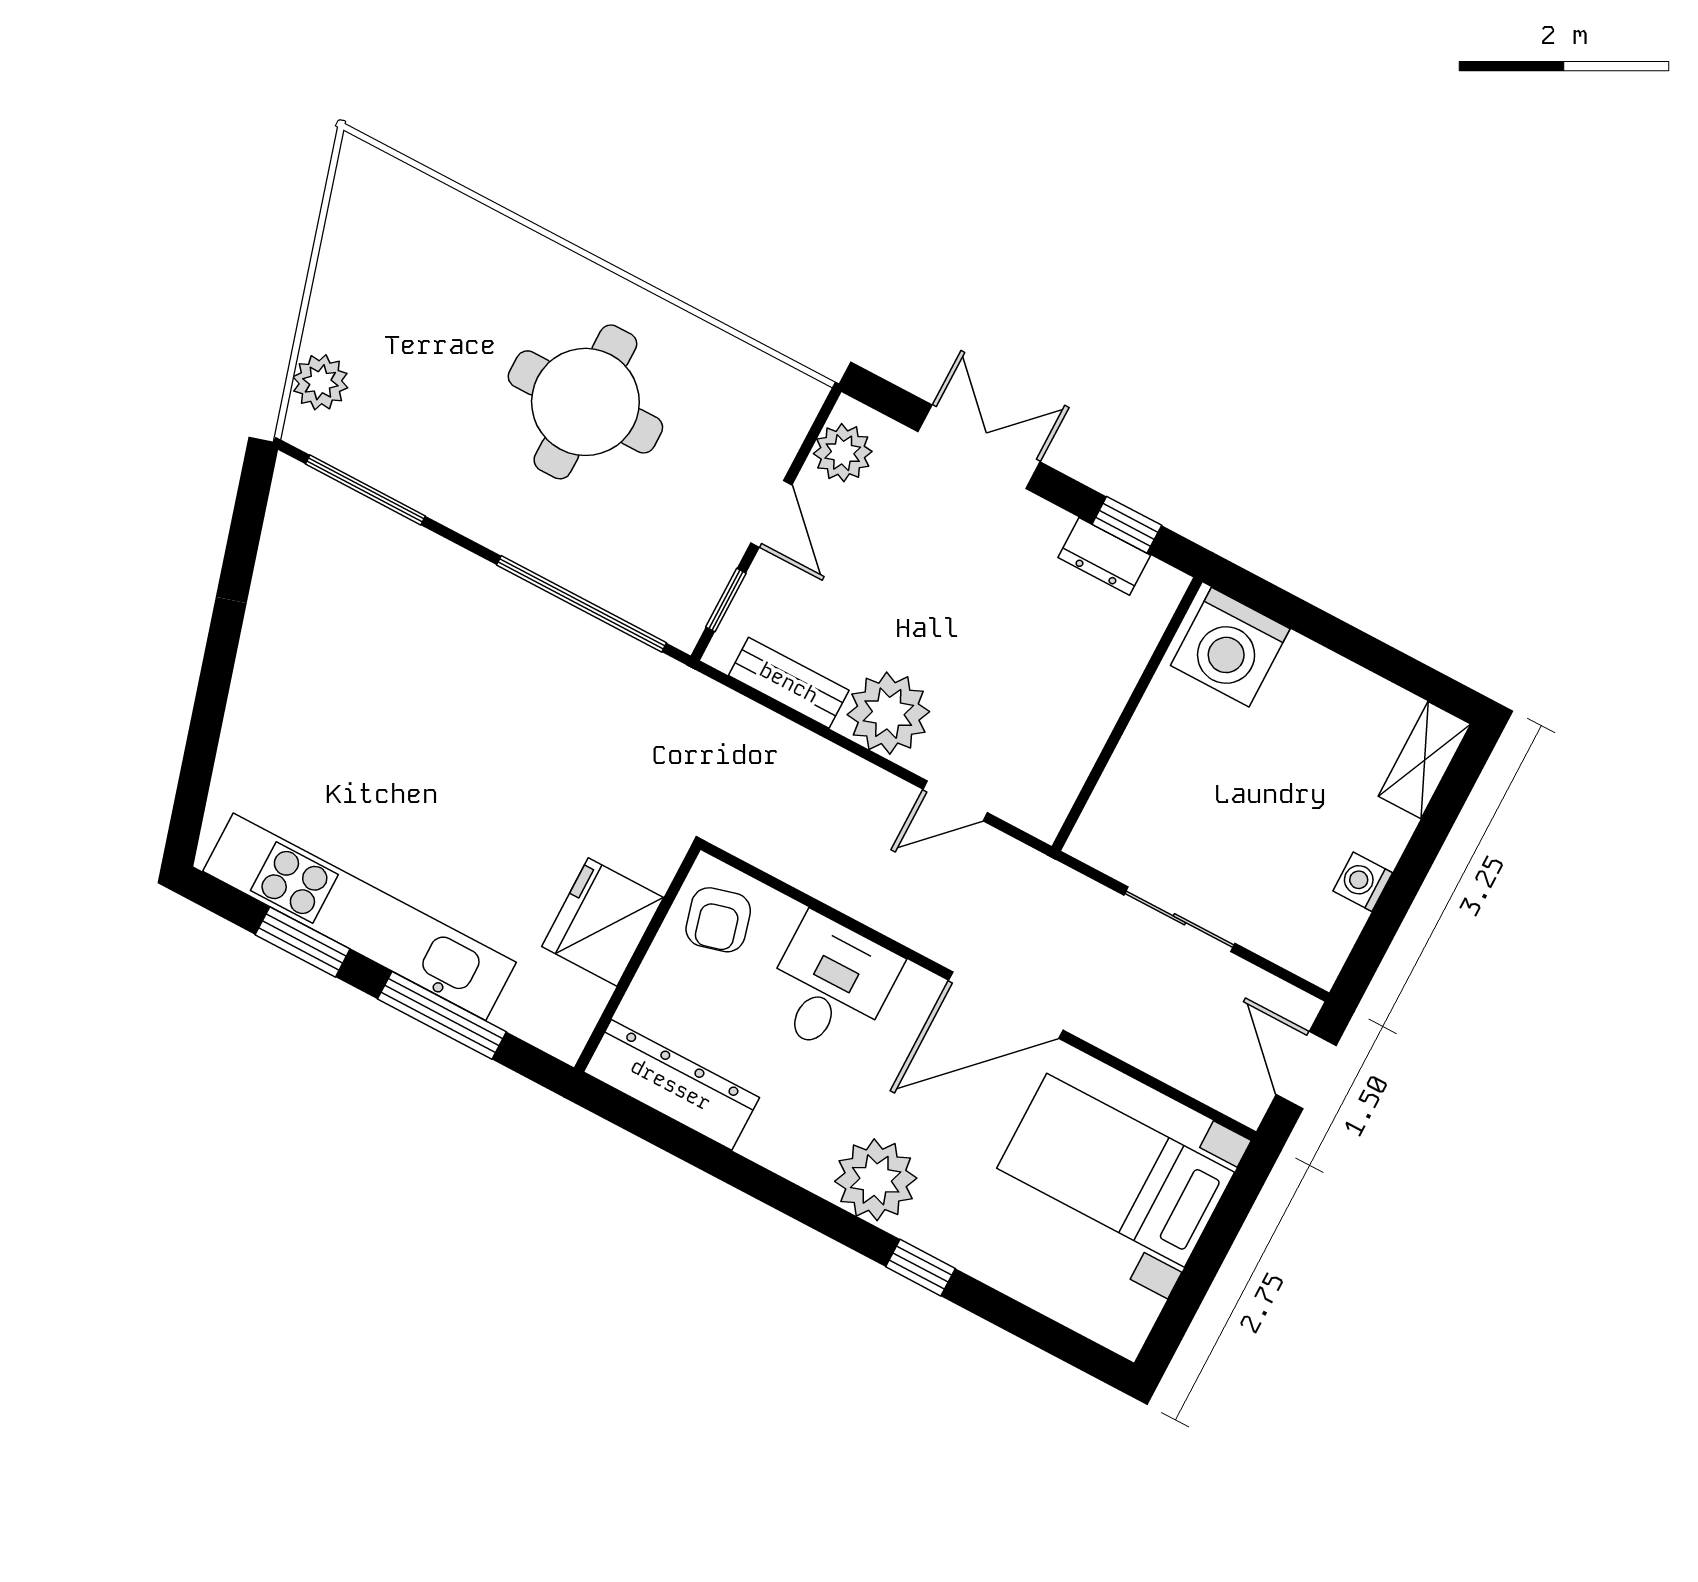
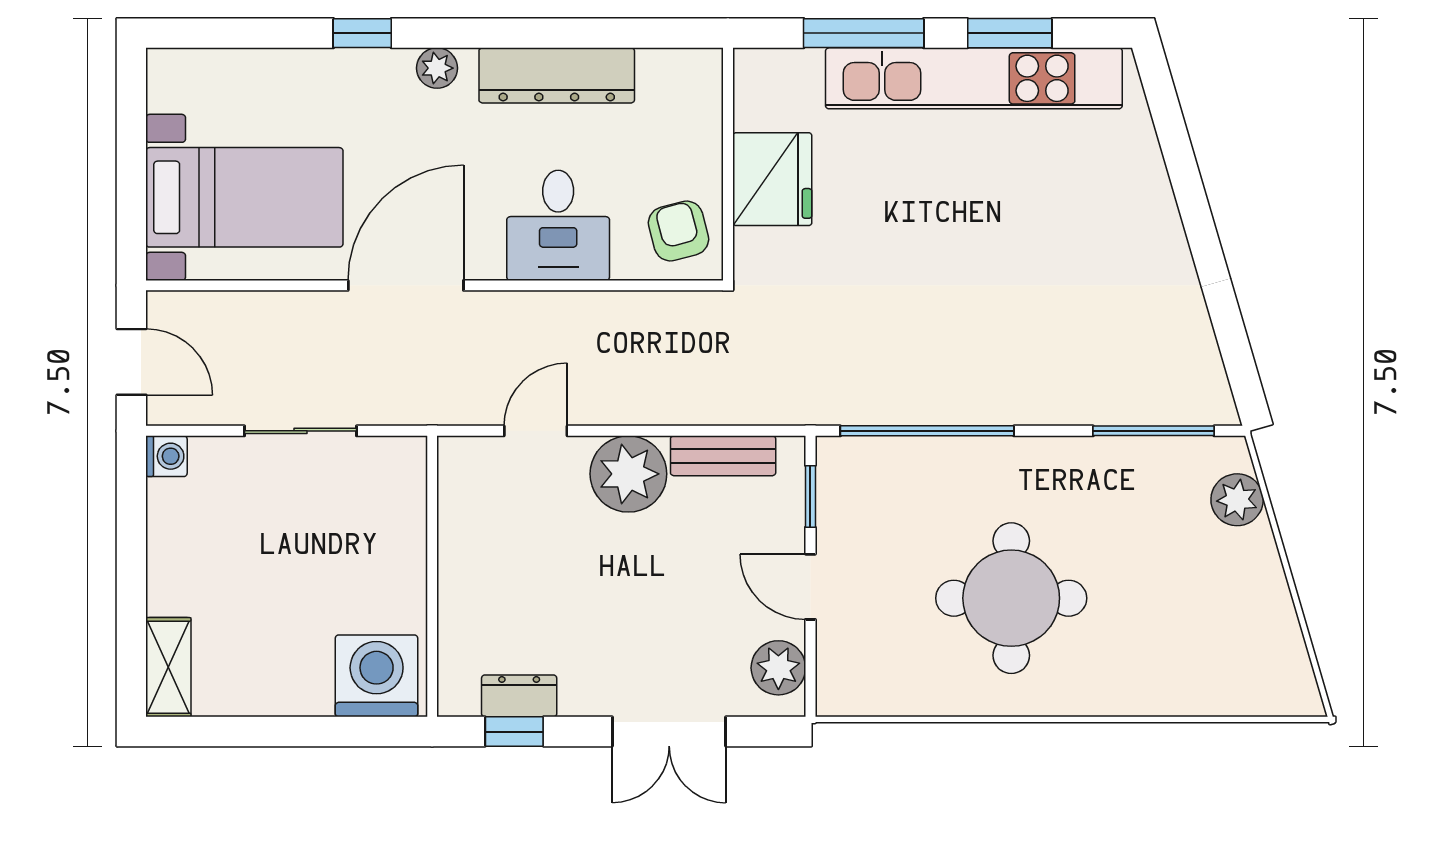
washing machine: (1363, 882) -> (167, 456), moved
dresser: (671, 1085) -> (557, 75), moved
plant: (876, 1180) -> (437, 68), width x0.53, depth x0.53

